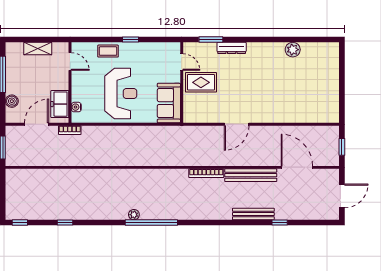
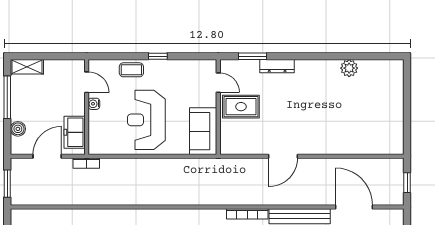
shelving: (38, 49) -> (27, 67), moved
reception desk: (121, 93) -> (146, 120), turned 180
water cooler: (76, 107) -> (94, 104), moved

